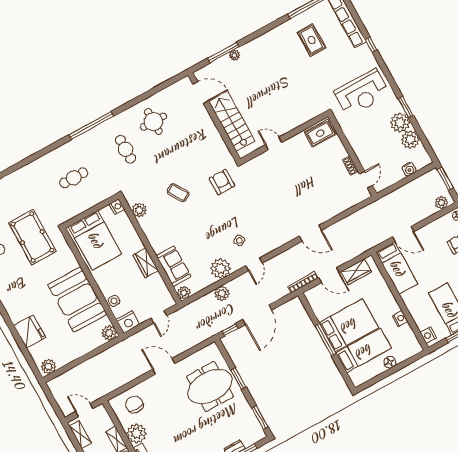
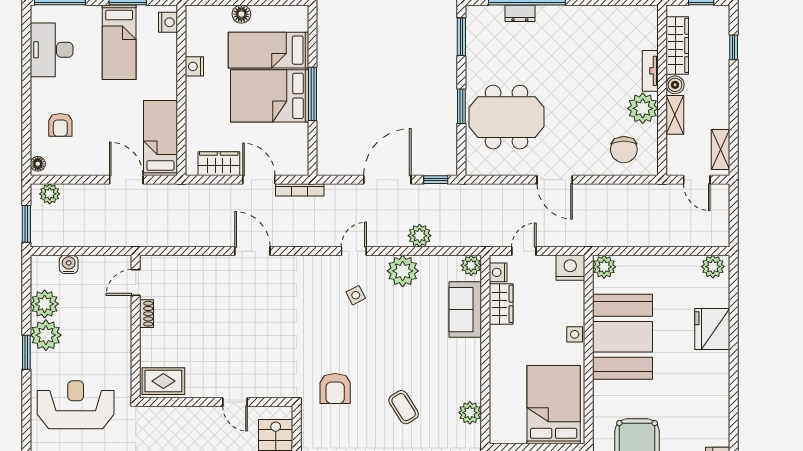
nightstand: (117, 207) -> (498, 272), moved
wardrobe: (146, 263) -> (501, 304), moved
side table: (114, 301) -> (575, 334), moved

